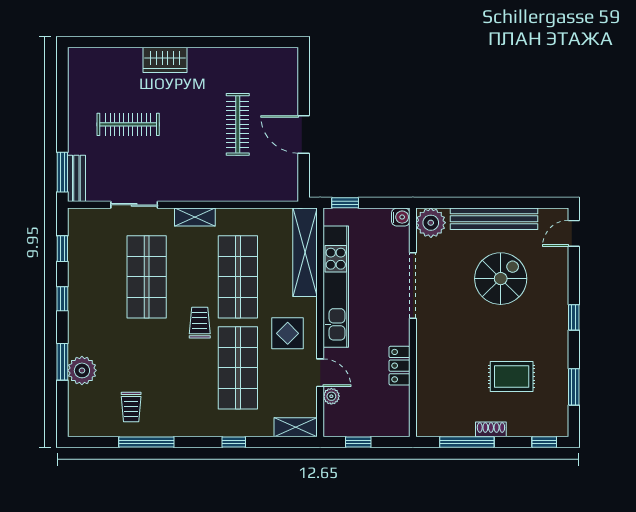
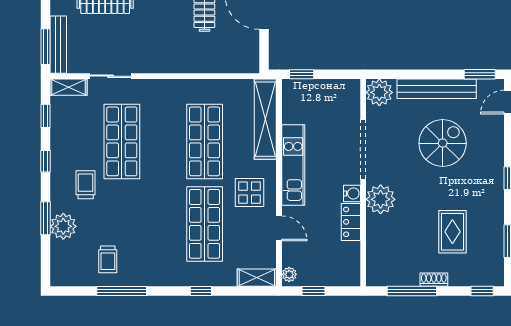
bench: (76, 178) -> (58, 45), width x1.36
window: (542, 203) -> (480, 74), added
shelving: (195, 217) -> (69, 87), moved
water cooler: (401, 217) -> (352, 193), moved
kitchen unit: (336, 287) -> (293, 165), width x0.73
trolley: (200, 323) -> (86, 185), moved
plant: (432, 341) -> (381, 199), added
rug: (512, 376) -> (452, 232), turned 90
plant: (331, 396) -> (289, 274), moved

